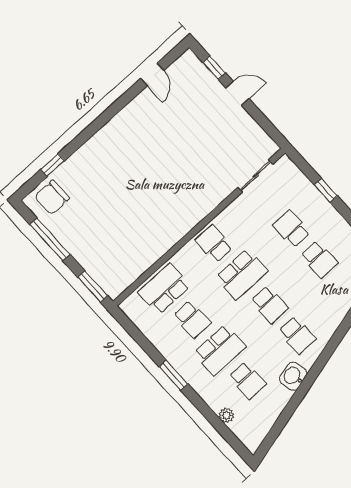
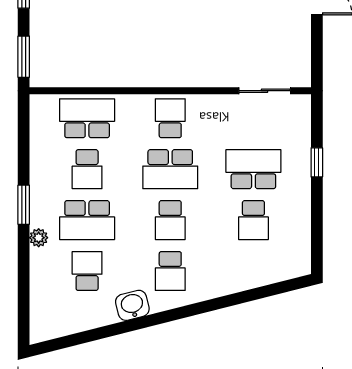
school desk: (292, 229) -> (253, 169), width x1.85
school desk: (247, 380) -> (87, 271), turned 180
plant: (226, 415) -> (39, 238), moved

